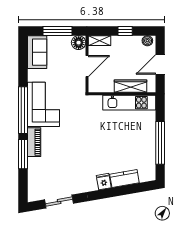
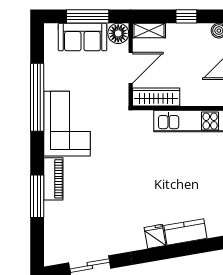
sofa: (37, 52) -> (82, 37), moved, turned 90
wardrobe: (130, 86) -> (156, 97), moved
window: (23, 110) -> (37, 97), moved

